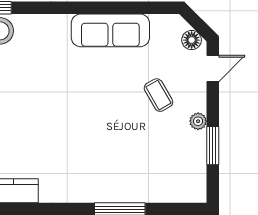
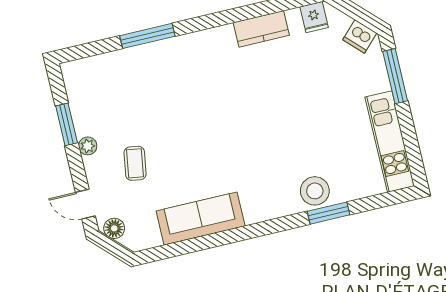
door: (213, 68) -> (85, 204), hinge flipped
coffee table: (158, 95) -> (135, 163), turned 39

